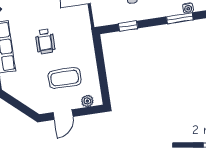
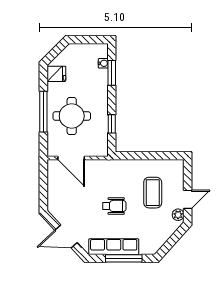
plant: (87, 101) -> (178, 215), moved
door: (63, 115) -> (188, 199), hinge flipped

